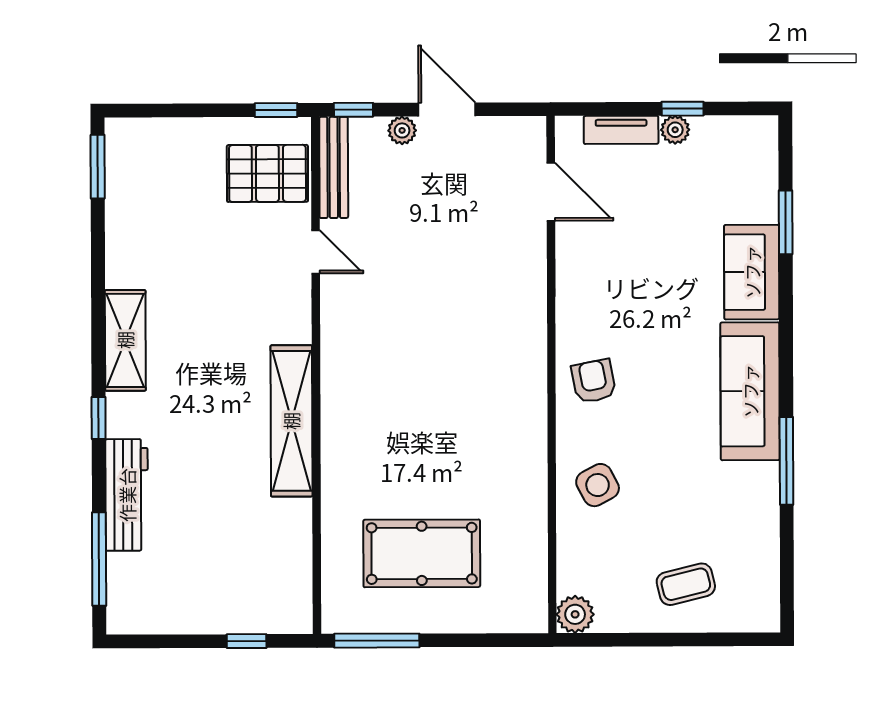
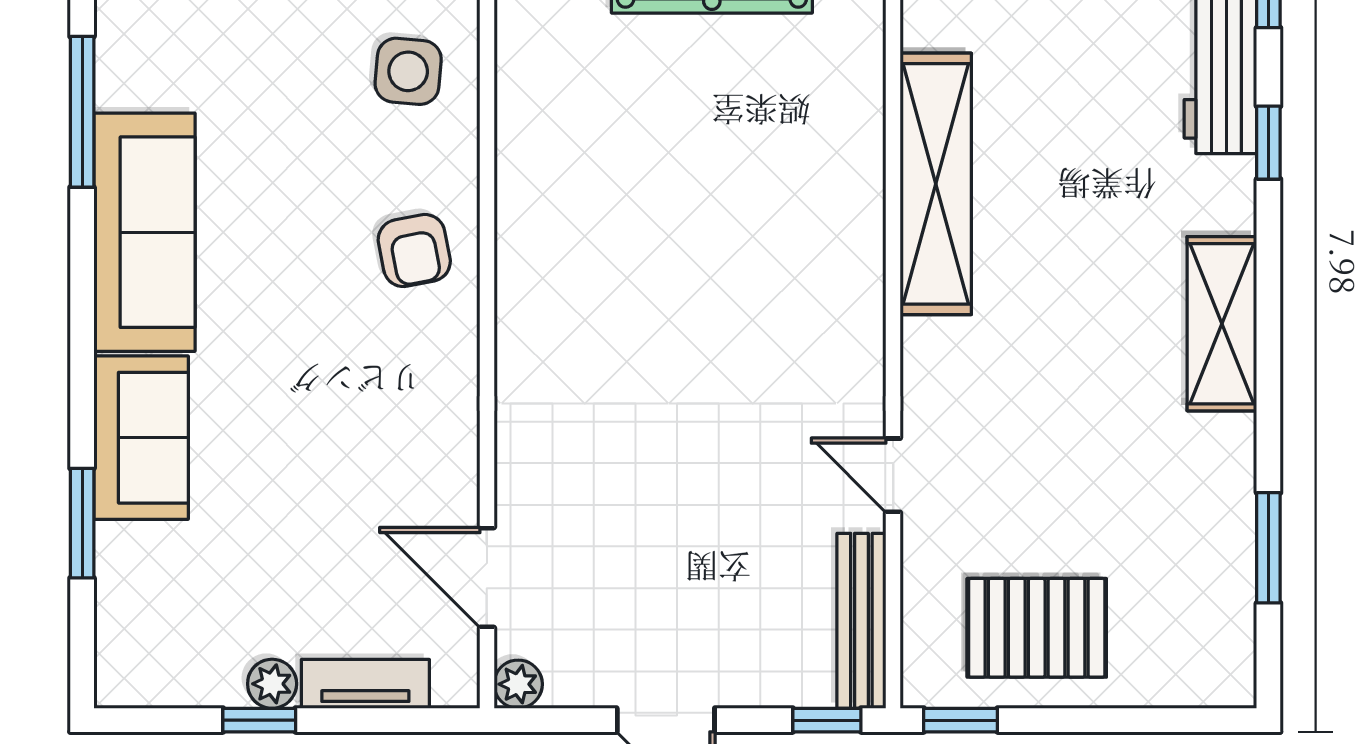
plant: (402, 130) -> (518, 684), moved
window: (98, 167) -> (1268, 548), moved
pallet: (267, 173) -> (1037, 628), moved
window: (99, 418) -> (1268, 143), moved
side table: (598, 485) -> (408, 71), turned 33

